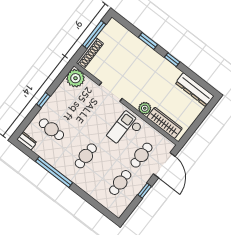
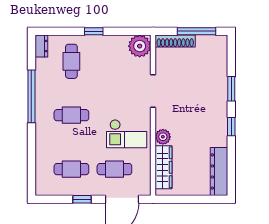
checkout: (125, 130) -> (127, 134), turned 180

